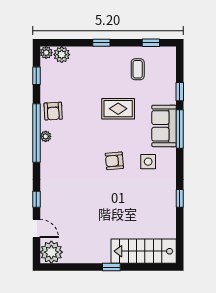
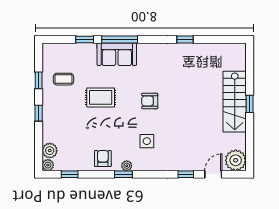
window: (151, 43) -> (39, 80), moved
rug: (118, 109) -> (101, 97), turned 90
armchair: (53, 111) -> (103, 159), turned -87
window: (36, 133) -> (123, 174), width x0.32
armchair: (114, 161) -> (150, 101), turned 95
side table: (148, 162) -> (147, 141), moved
stairs: (144, 251) -> (235, 102), moved

